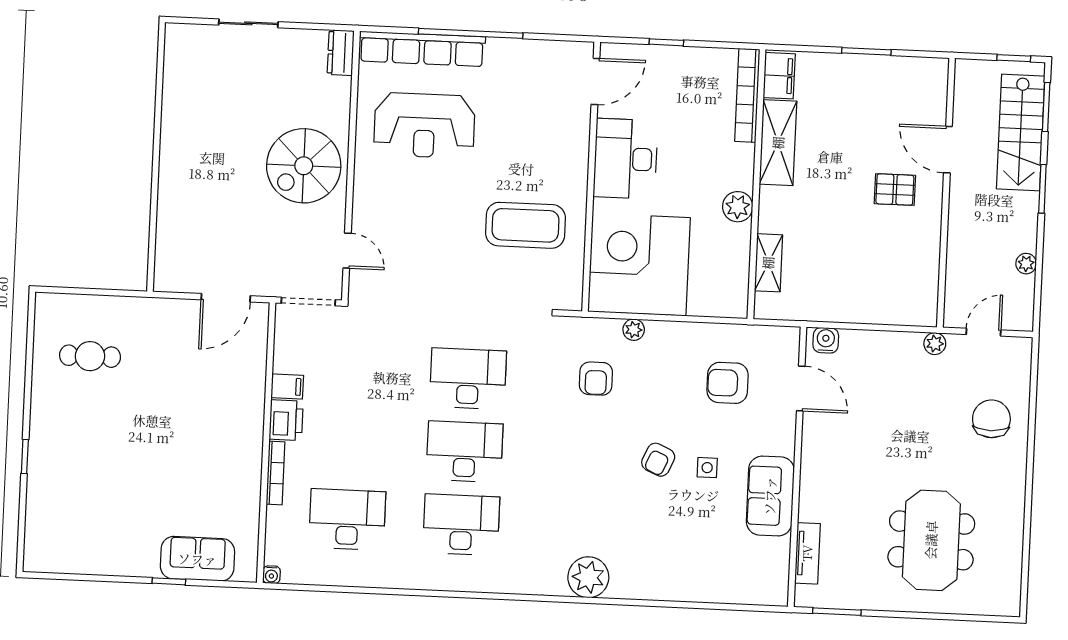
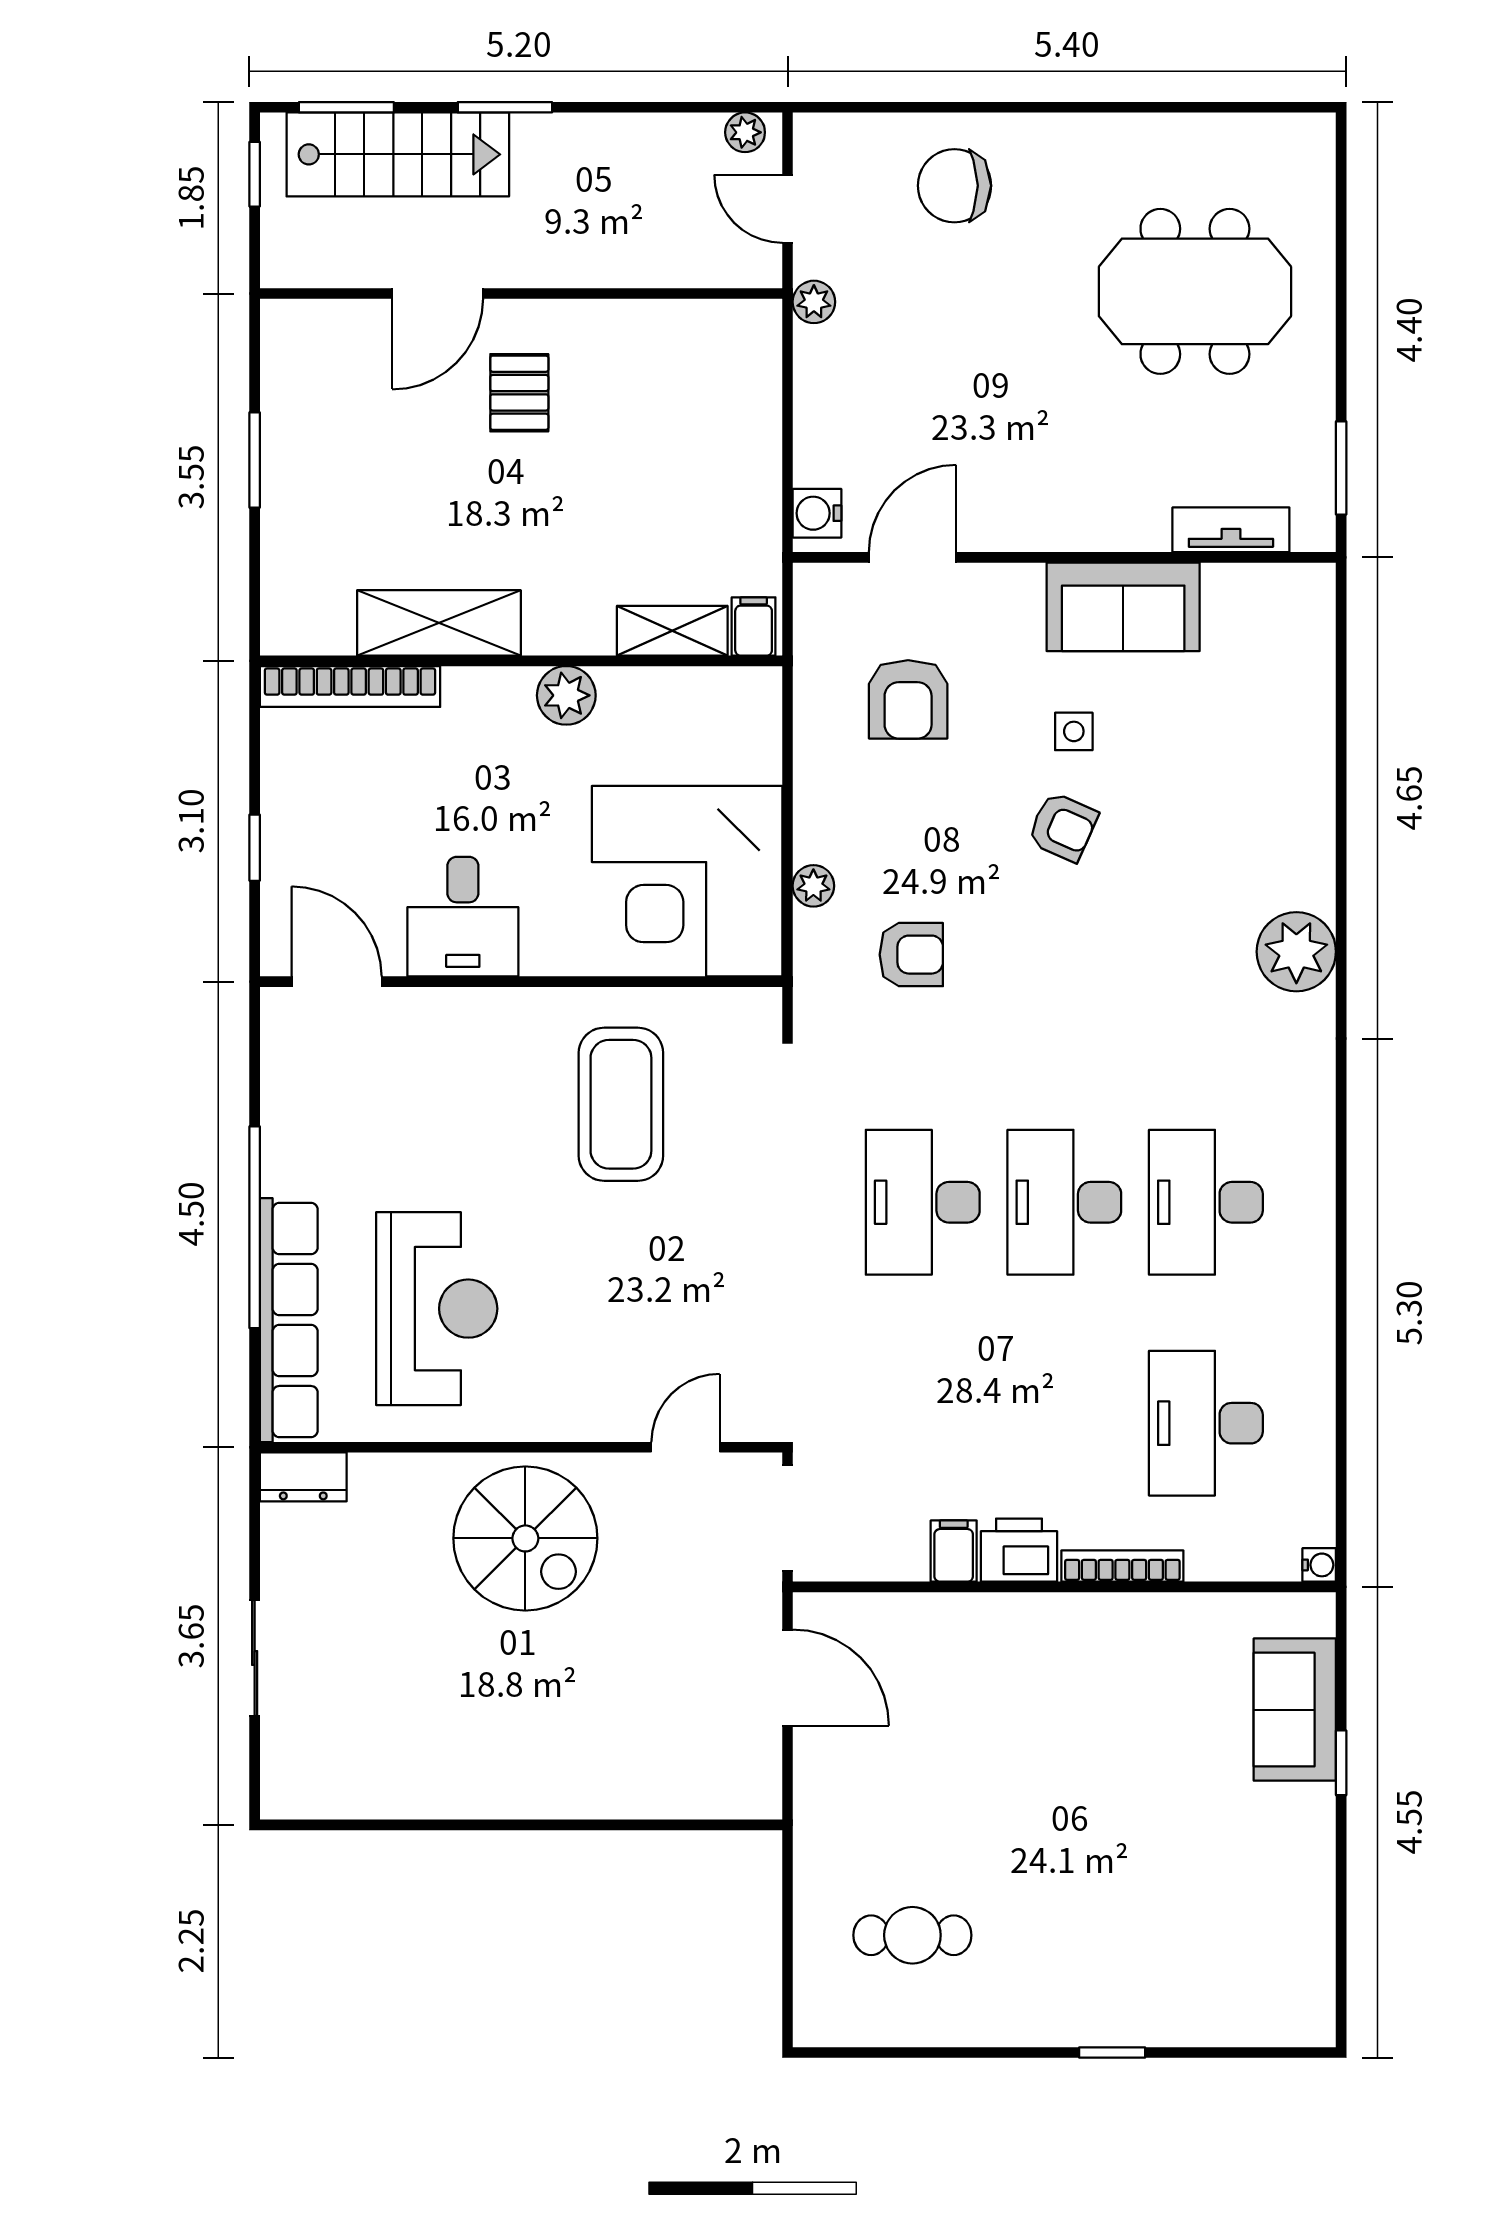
filing cabinet: (779, 76) -> (754, 627), moved, width x0.50
desk: (625, 159) -> (463, 917), width x0.73
plant: (1026, 264) -> (745, 132), moved
cafe table: (90, 356) -> (912, 1935), turned 90

